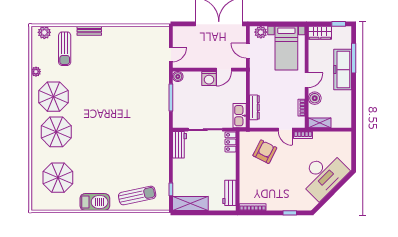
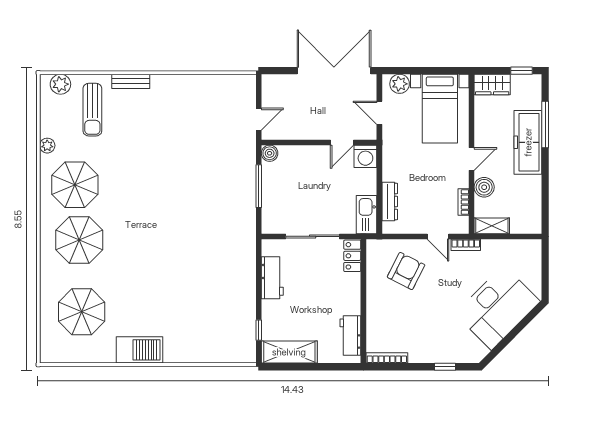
washing machine: (209, 78) -> (365, 156), moved
workbench: (179, 145) -> (272, 278), moved
sun lounger: (137, 195) -> (206, 340), removed

